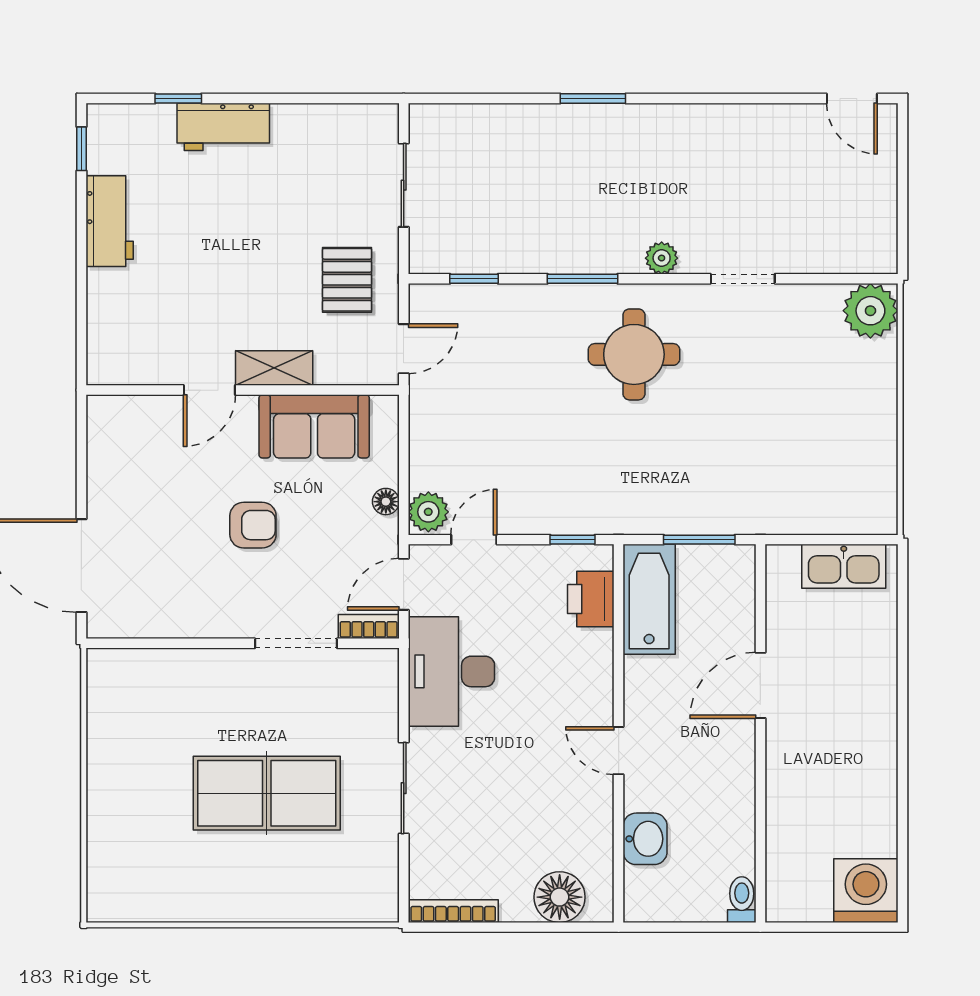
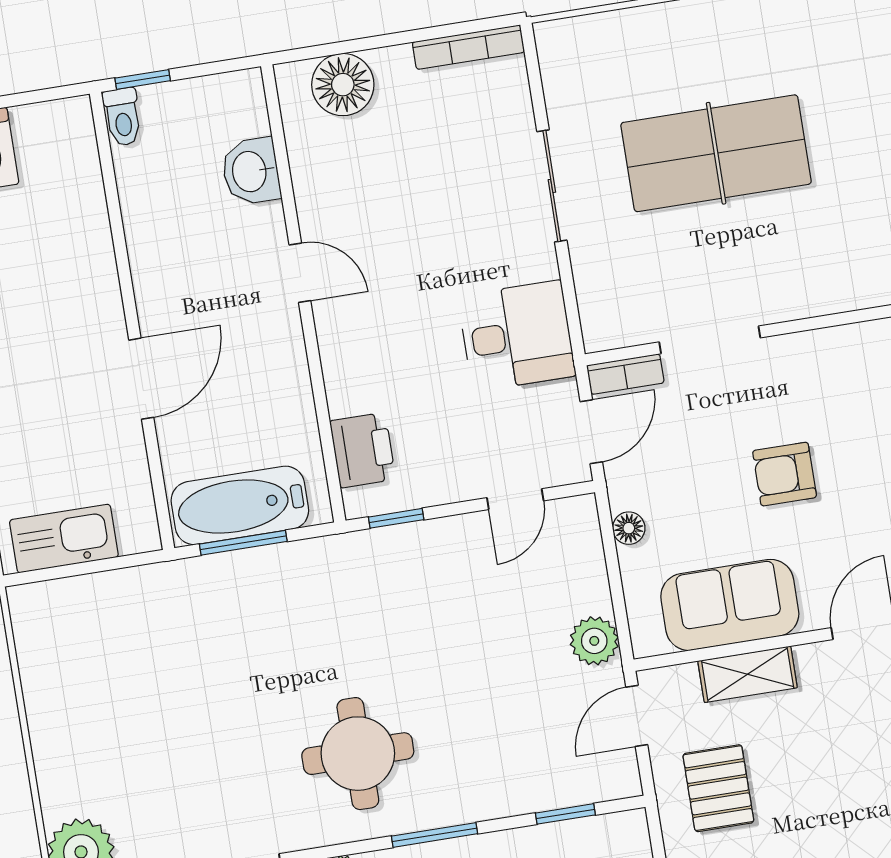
shelving: (274, 368) -> (748, 674), moved
plant: (428, 512) -> (594, 641), moved
bathtub: (649, 599) -> (240, 505), moved, turned 90
desk: (451, 671) -> (517, 336), width x0.73
window: (721, 927) -> (143, 79), added

